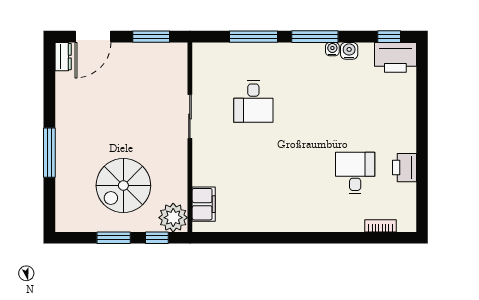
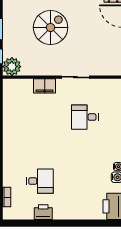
spiral stairs: (123, 186) -> (51, 28), moved, turned 90
filing cabinet: (204, 204) -> (45, 86), moved

